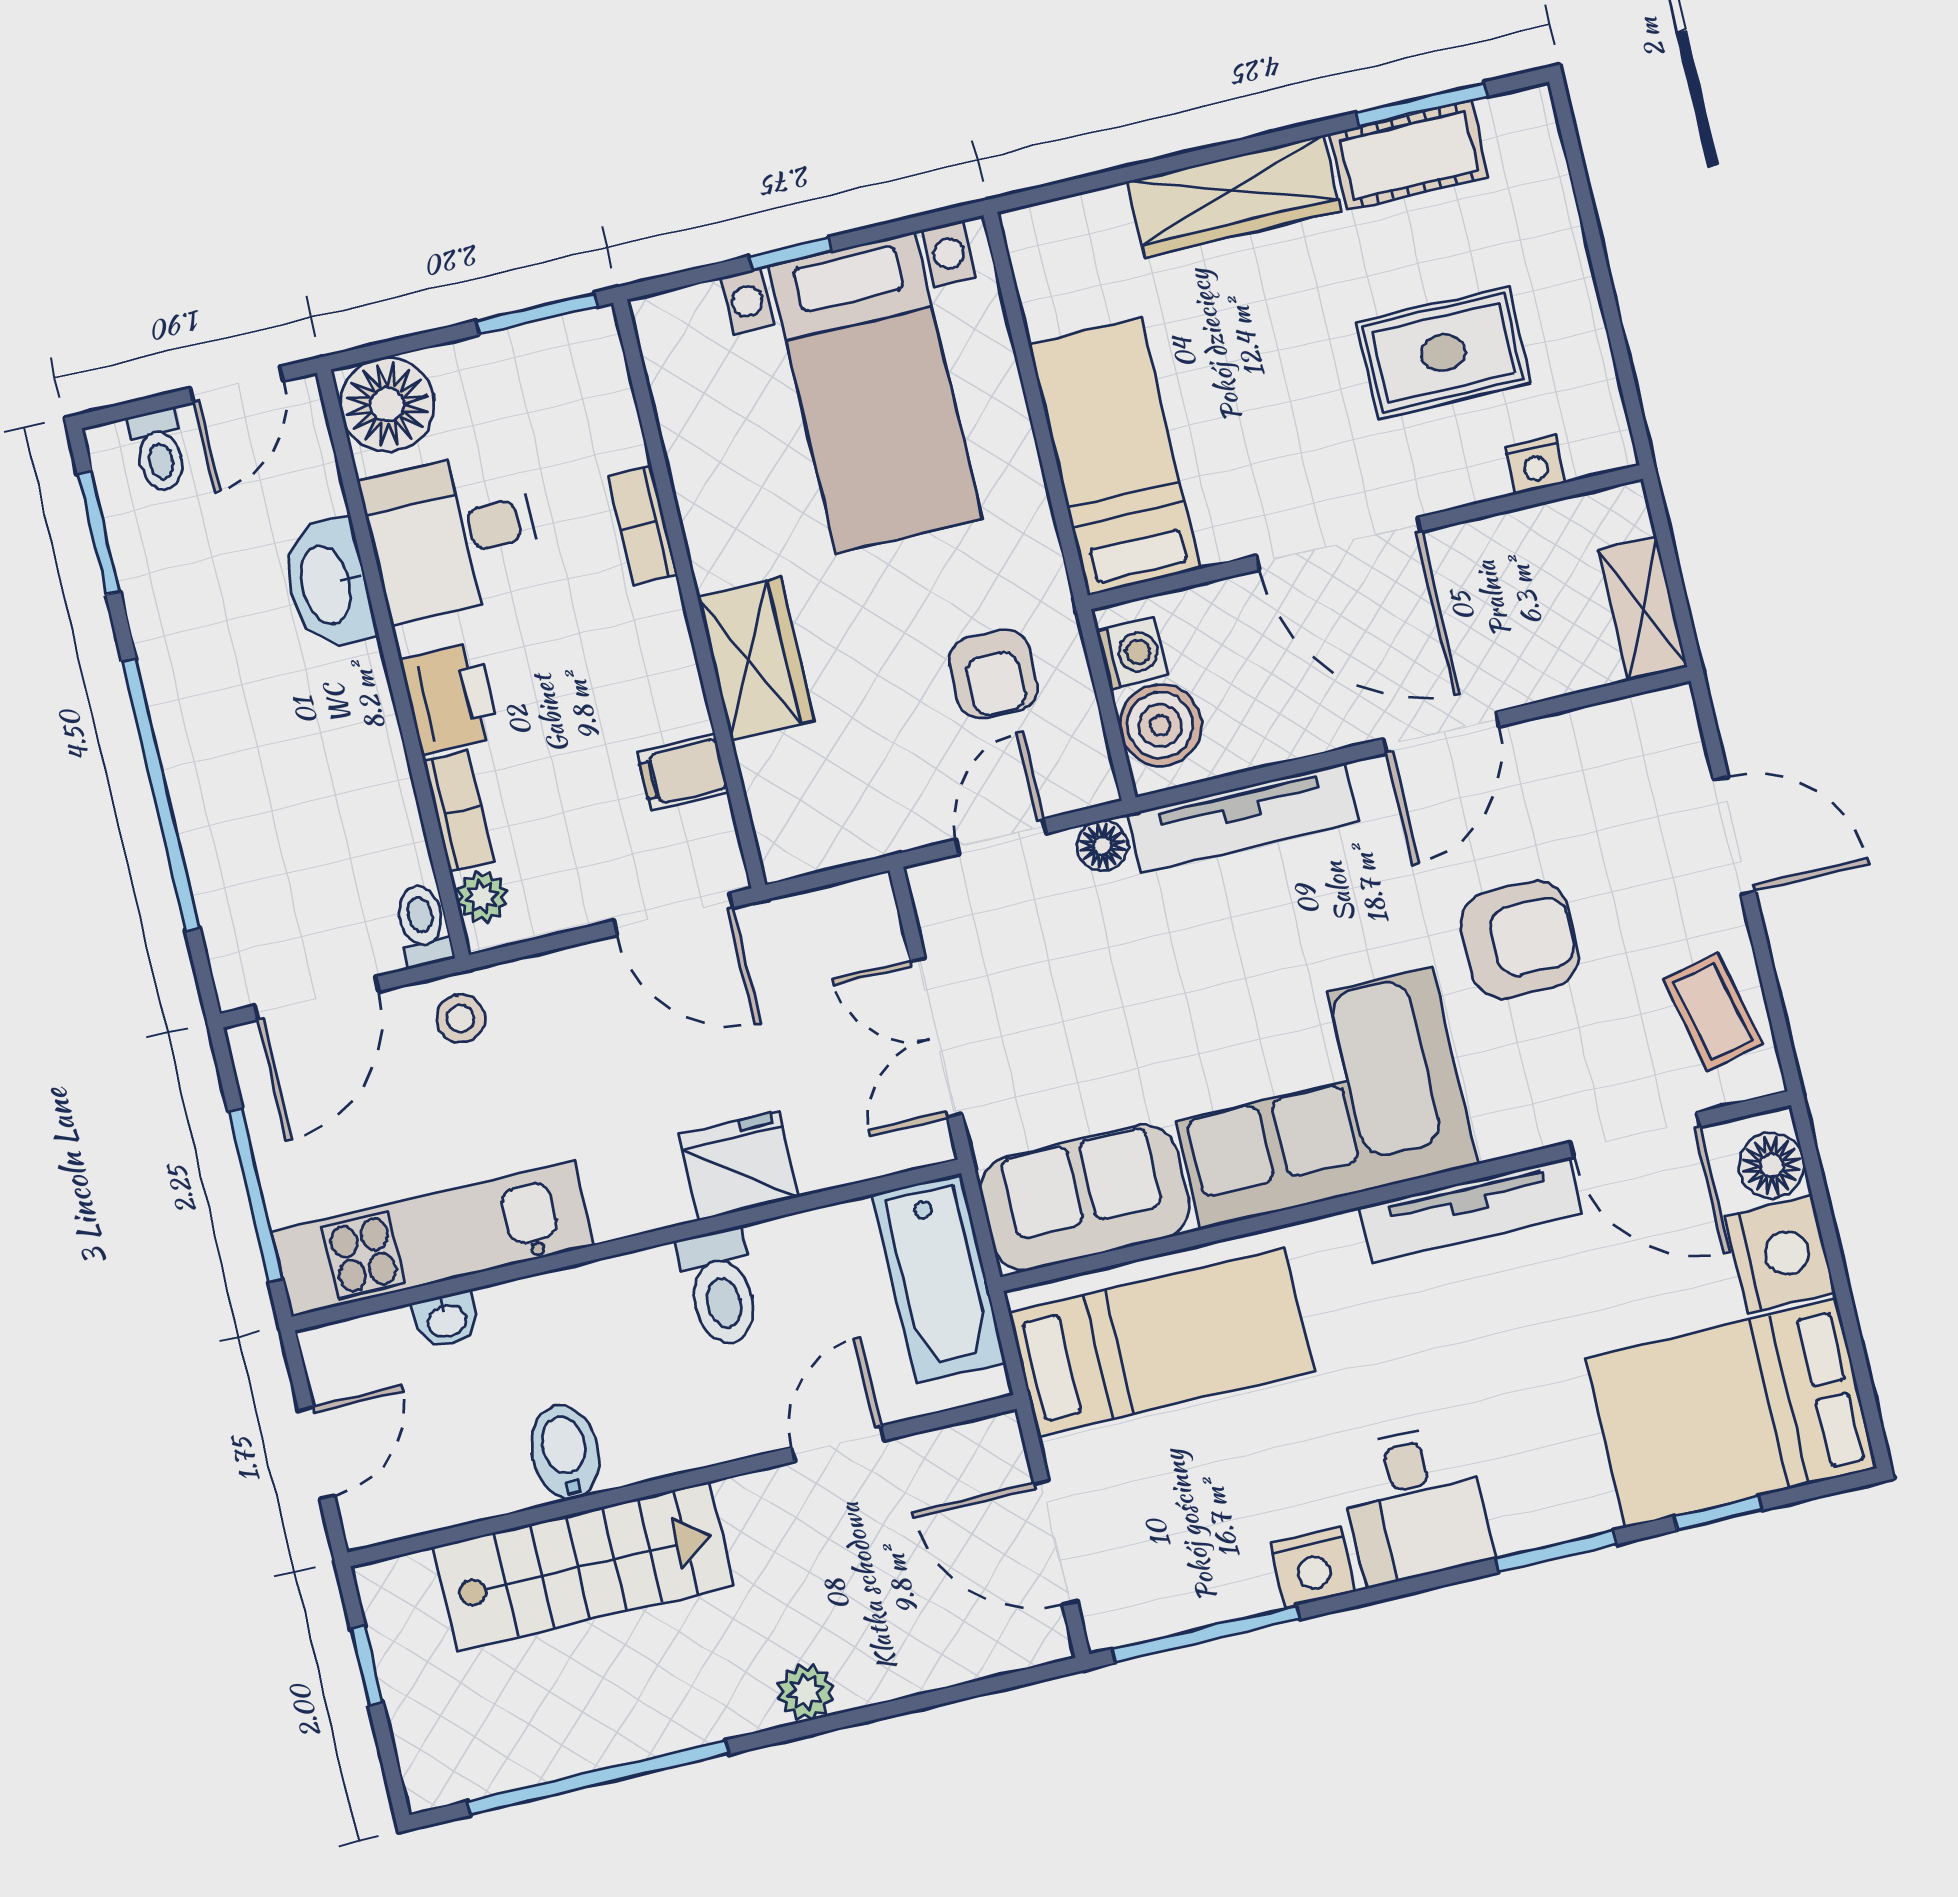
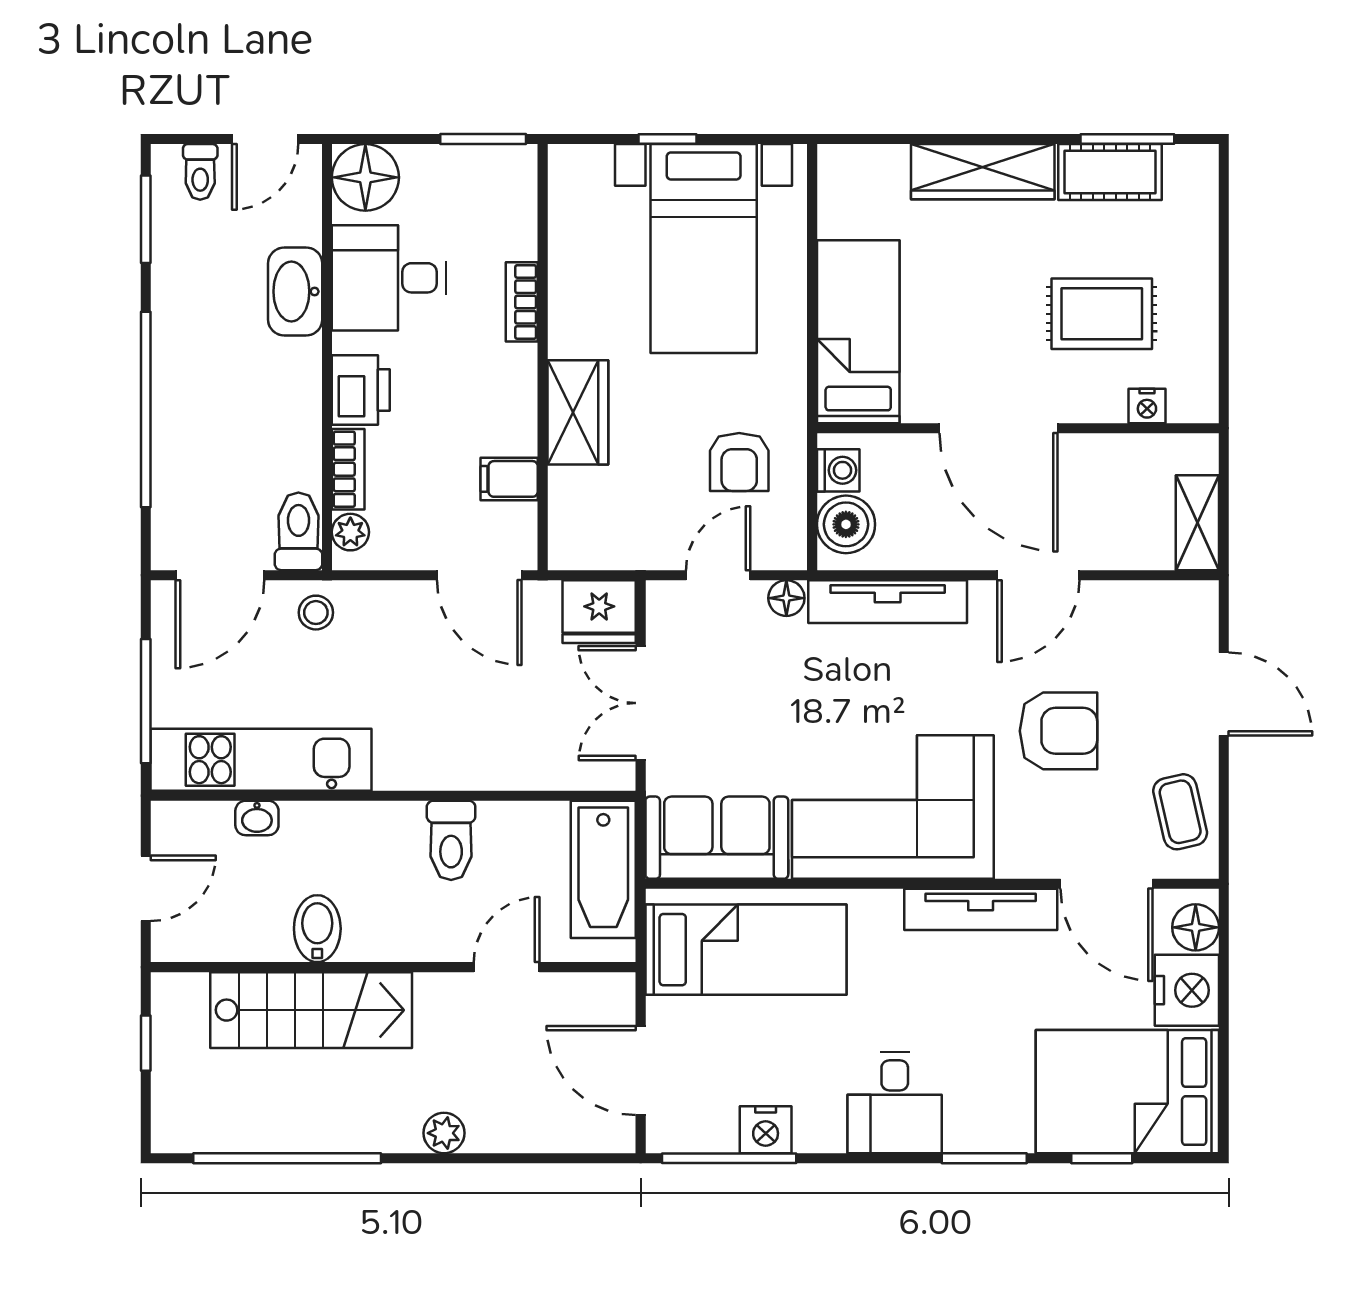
toilet: (423, 925) -> (298, 531), width x1.37, depth x1.39
fridge: (739, 1166) -> (599, 612), moved, turned 180
nightstand: (1313, 1567) -> (766, 1130), moved

